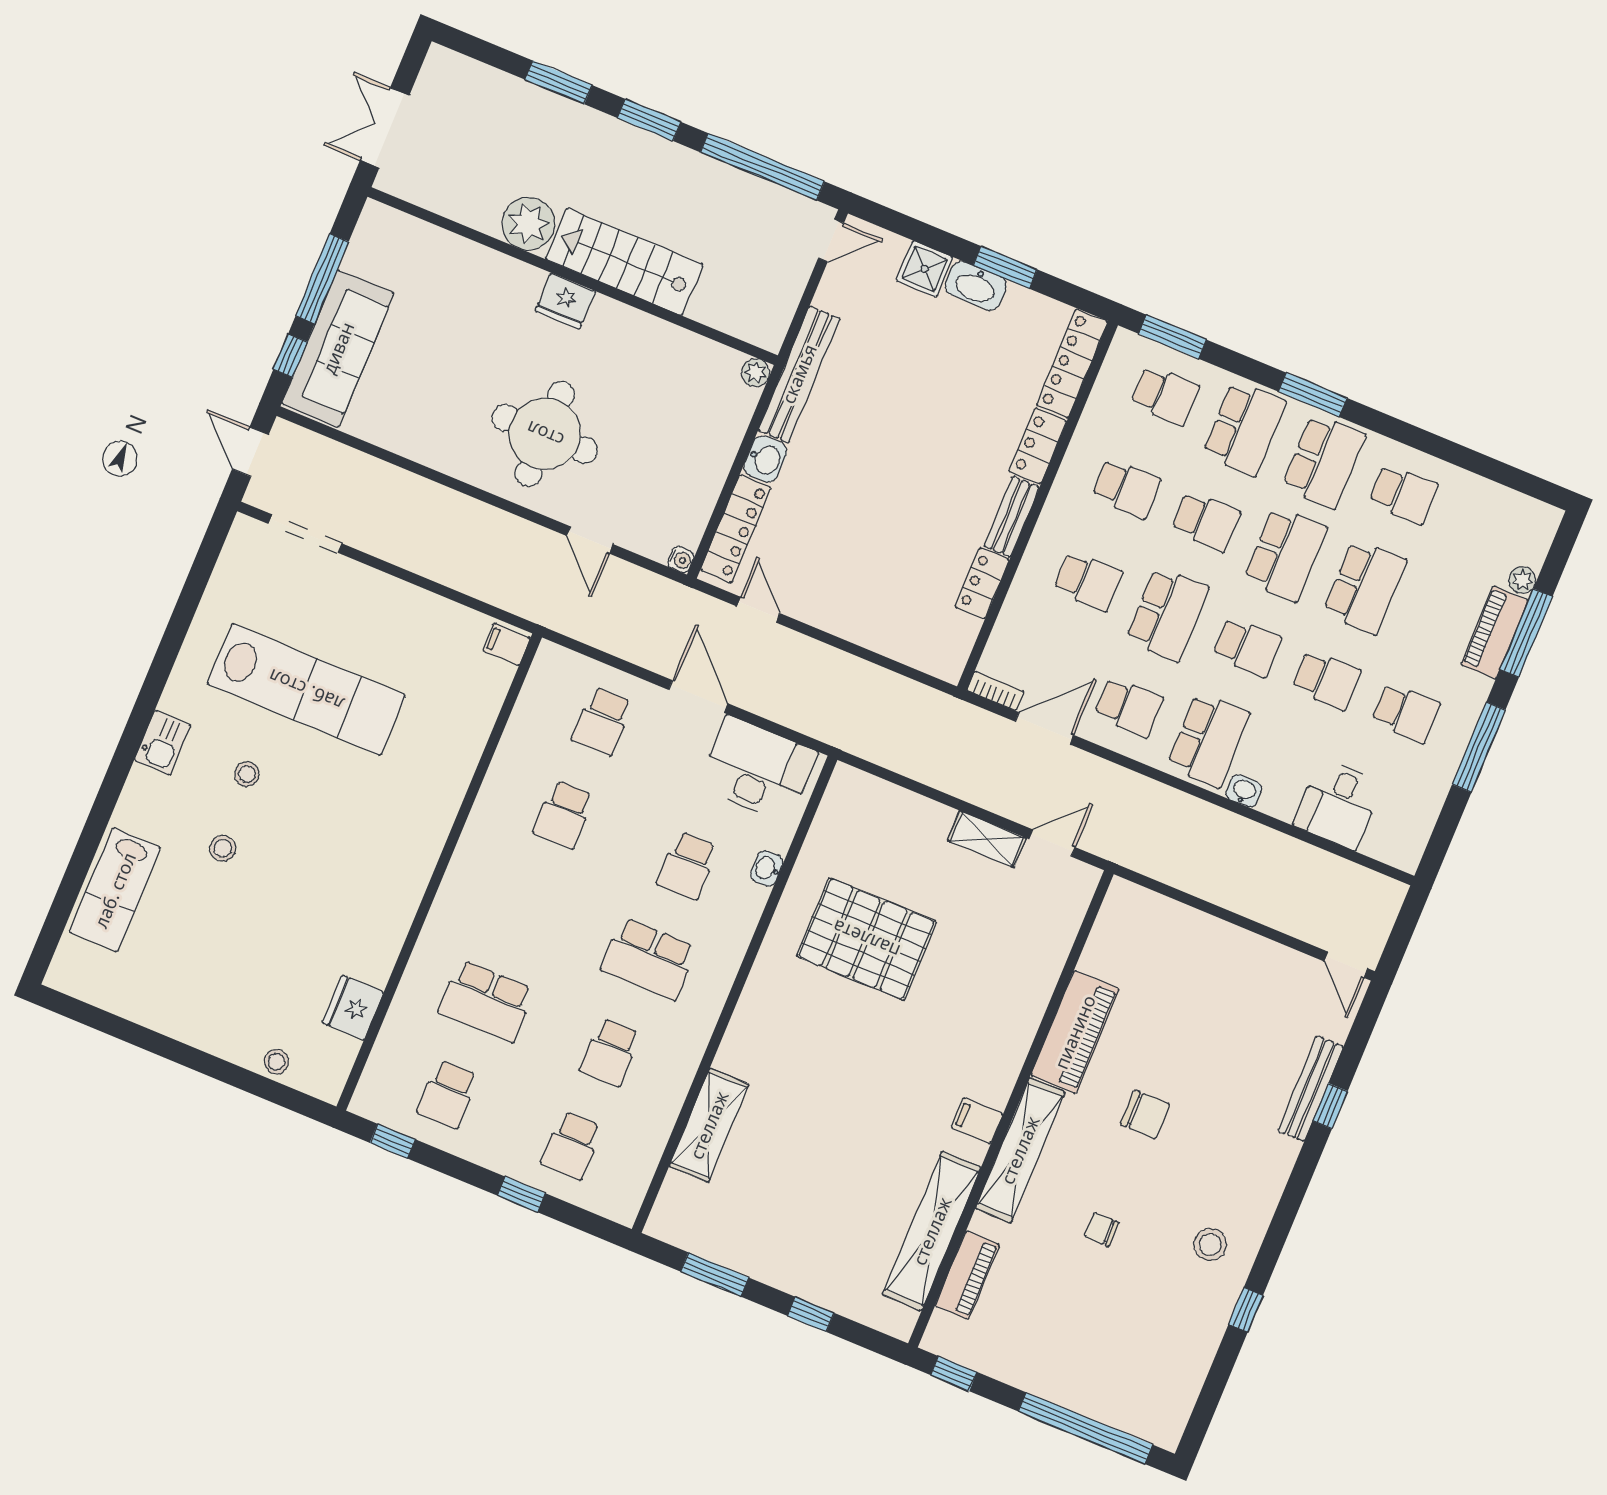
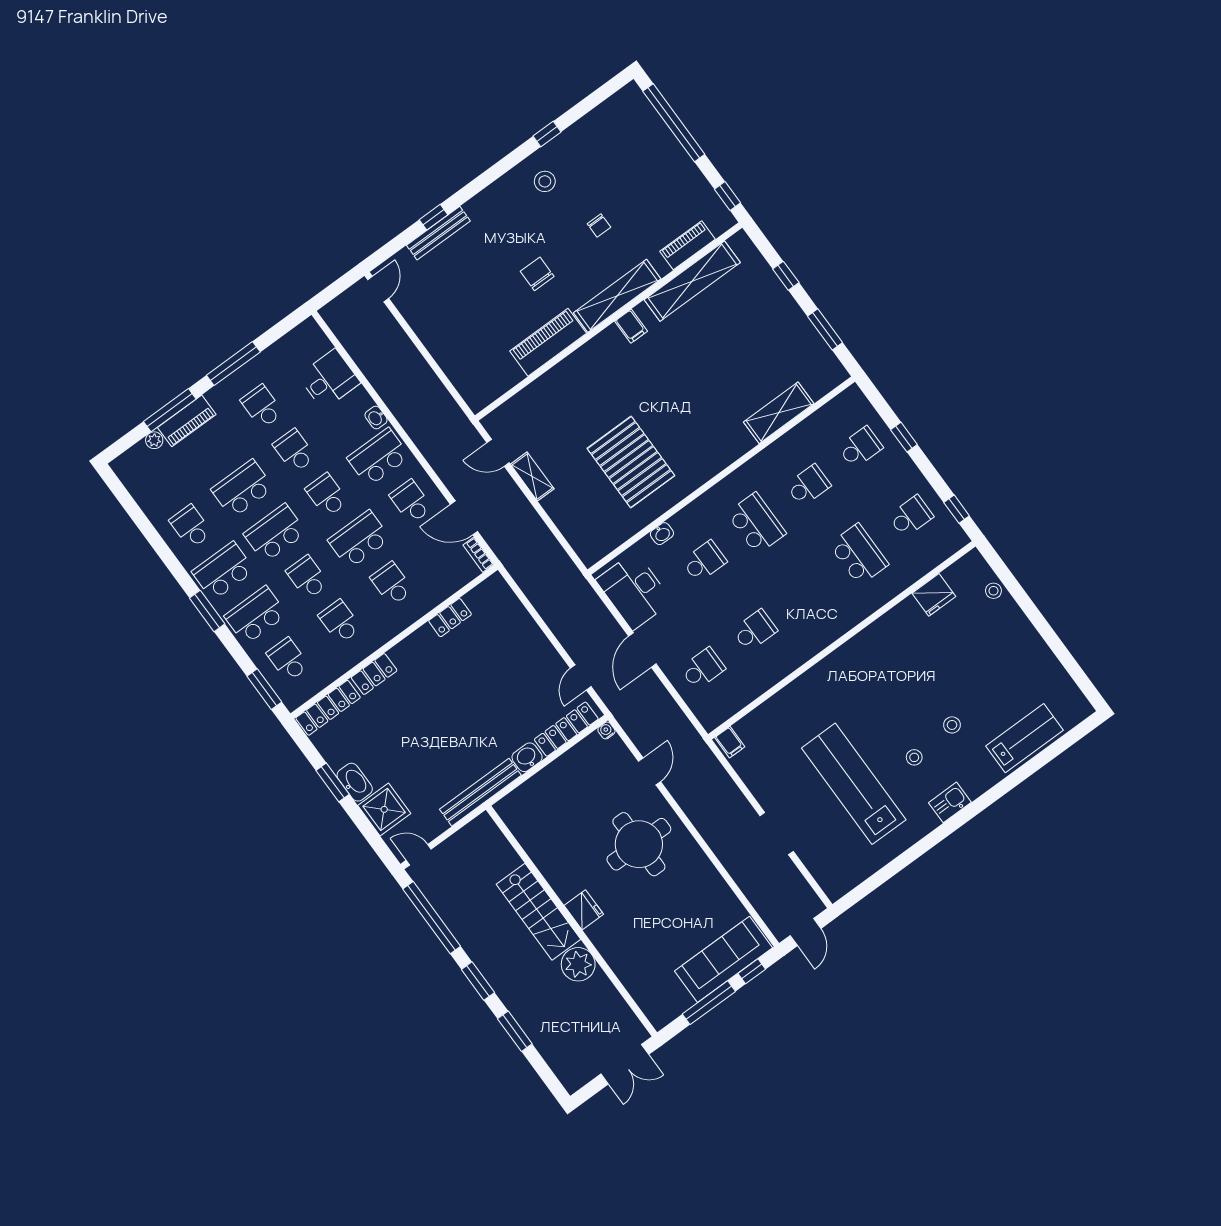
shower: (925, 269) -> (384, 809), width x1.36, depth x1.36
plant: (756, 373) -> (504, 808), removed
bench: (1012, 517) -> (412, 644), removed
doorway: (305, 534) -> (777, 834), moved

